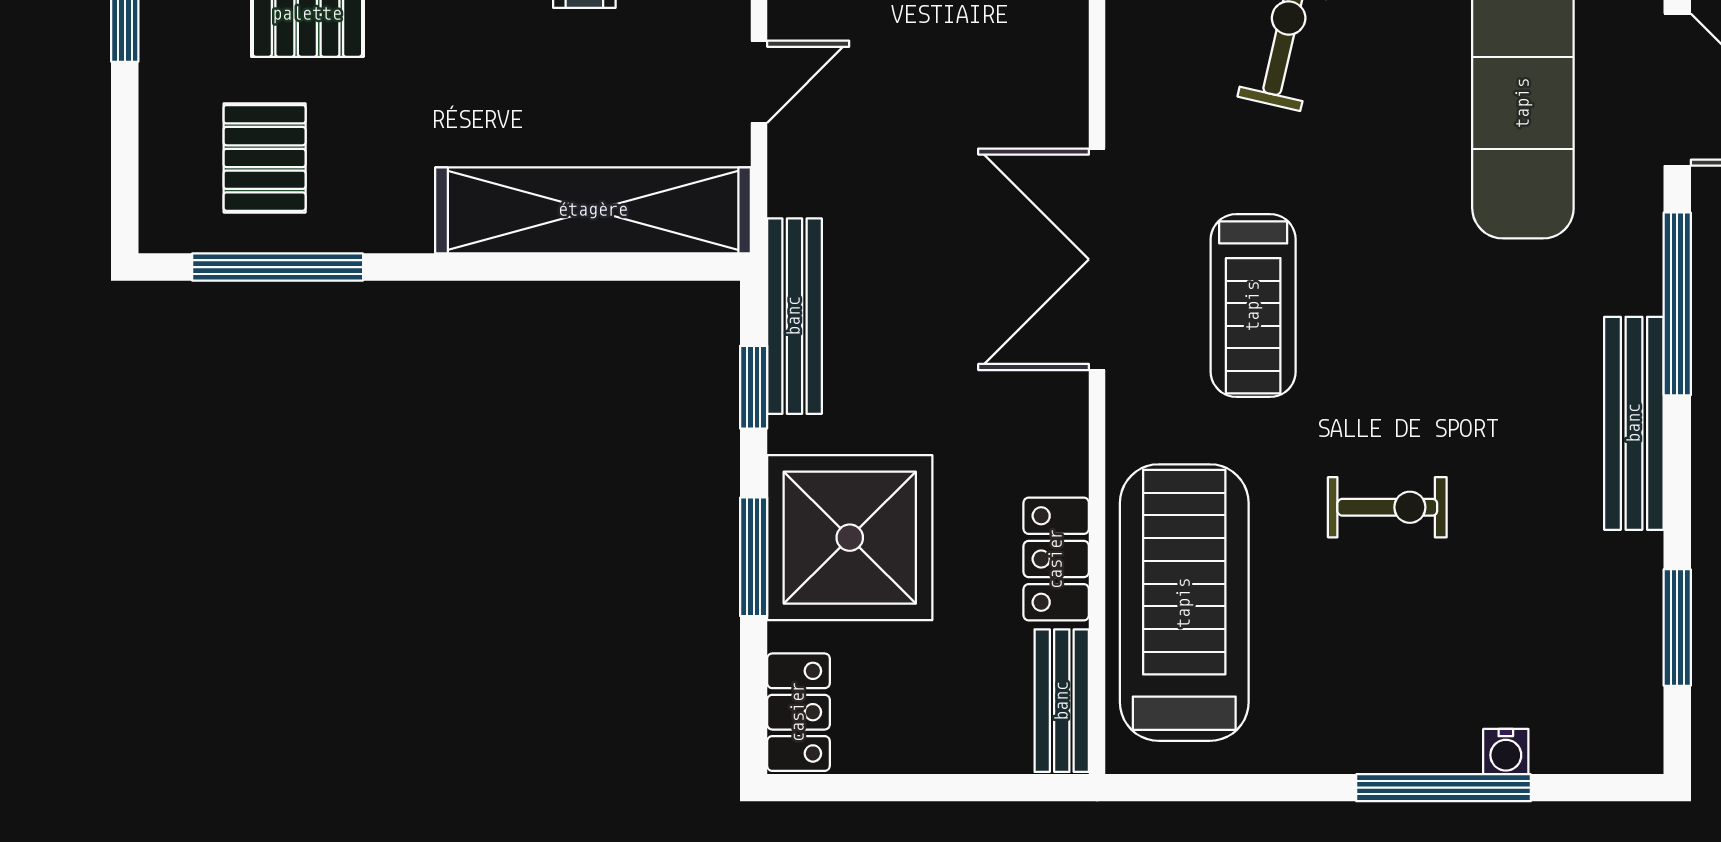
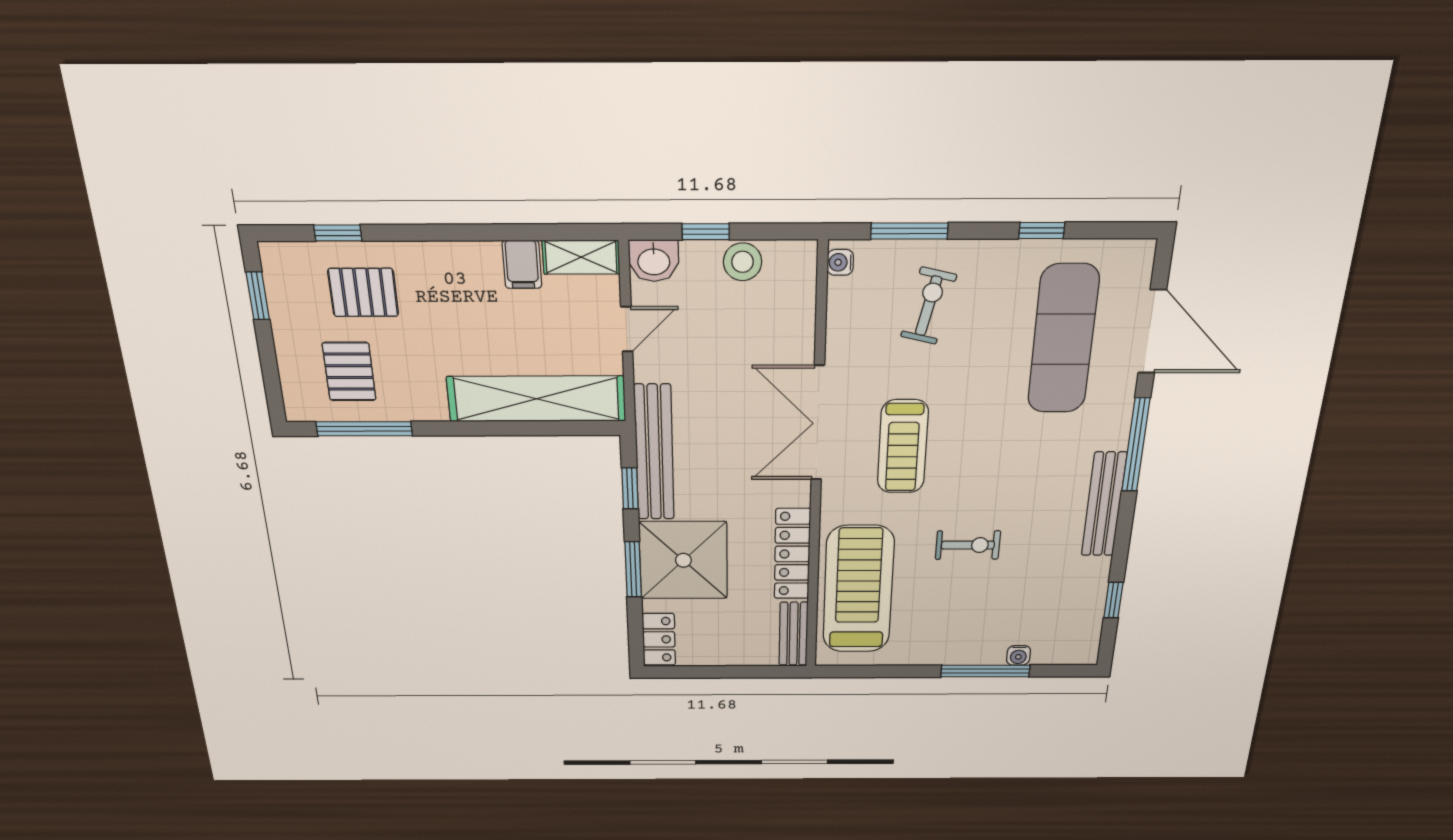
bench: (794, 316) -> (654, 453), width x1.37, depth x1.21
locker: (1056, 559) -> (792, 554), width x1.53
window: (1677, 628) -> (1113, 600), width x0.67

